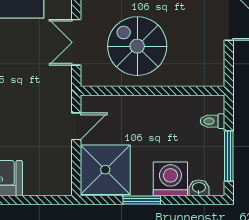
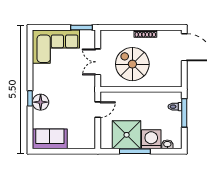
window: (229, 156) -> (184, 113), moved
shower: (105, 170) -> (127, 135), moved
window: (142, 200) -> (135, 151), width x1.44

